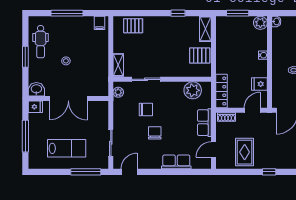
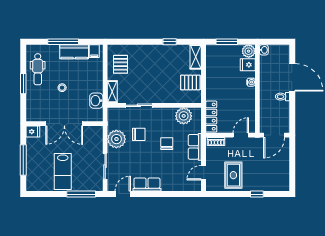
kitchen counter: (79, 23) -> (74, 52), added
pallet: (133, 26) -> (120, 64), moved, turned 90
fridge: (259, 84) -> (248, 65), moved
washbasin: (36, 89) -> (96, 101), moved, turned -90
plant: (118, 92) -> (116, 139), moved, width x1.88, depth x1.88
chair: (155, 133) -> (167, 144), moved
lab bench: (67, 148) -> (63, 172), turned 90
row of seats: (176, 162) -> (147, 185), moved

